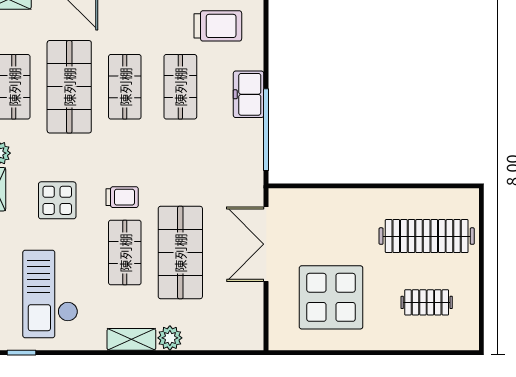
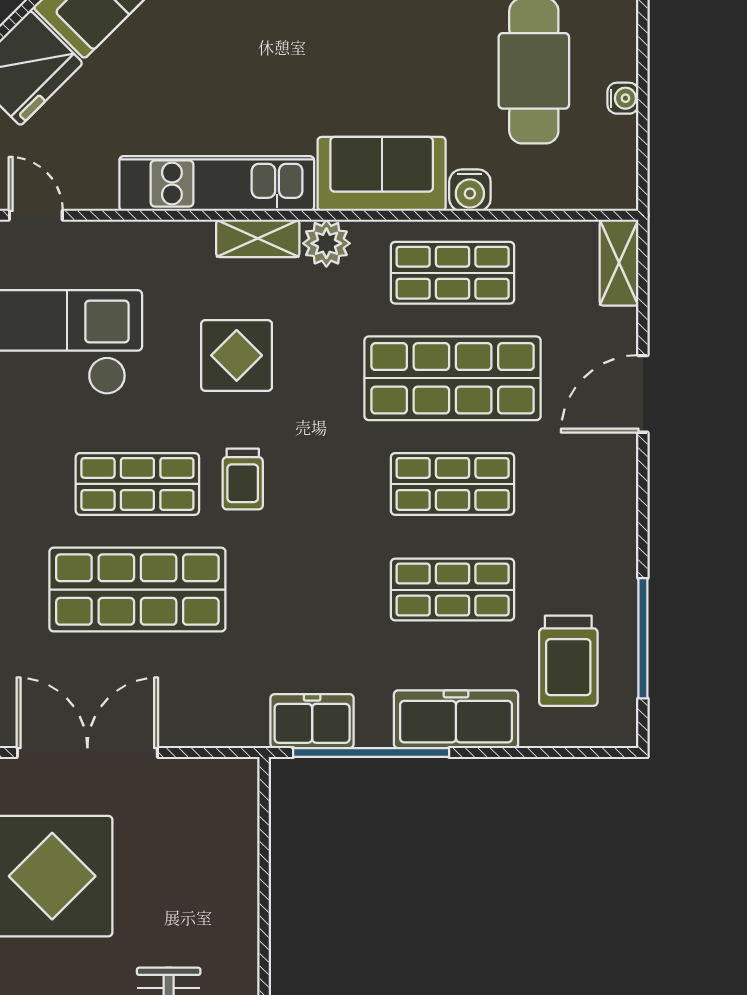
freezer: (249, 94) -> (456, 719), width x1.40
freezer: (250, 161) -> (312, 721), added
double door: (266, 244) -> (87, 753), moved

